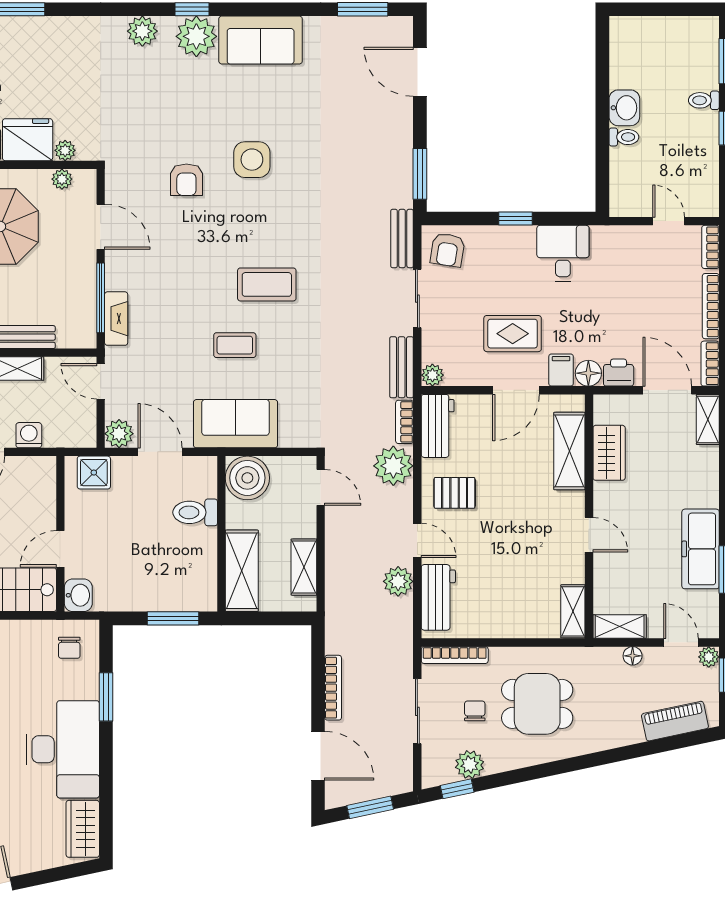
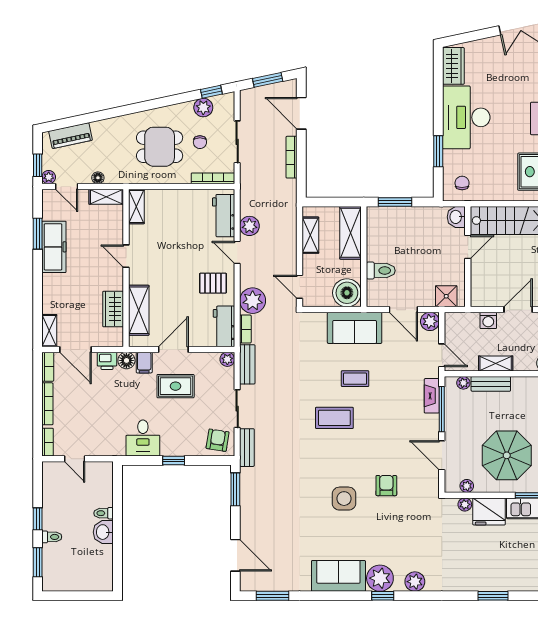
plant: (67, 339) -> (463, 383), added

